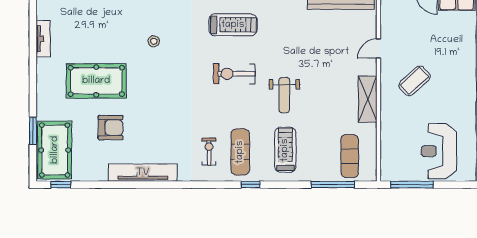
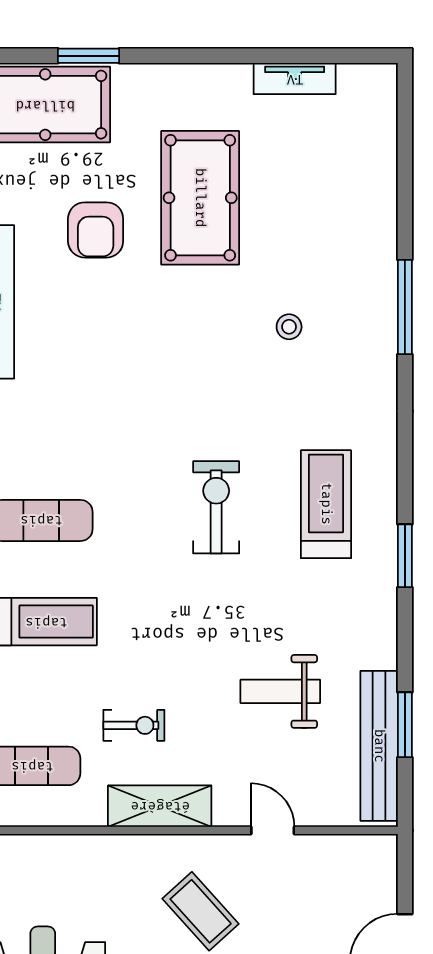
treadmill: (233, 25) -> (326, 504), turned 180
weight bench: (284, 95) -> (280, 691), moved
exercise bike: (209, 152) -> (134, 725), moved

